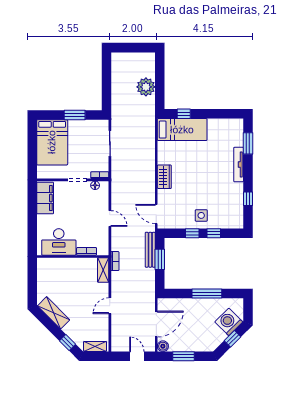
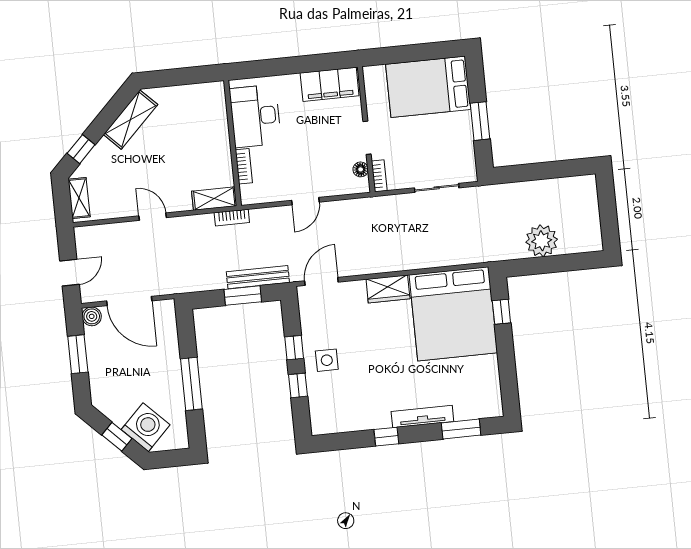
bed: (182, 130) -> (453, 314), width x2.04
window: (248, 199) -> (386, 437), moved

